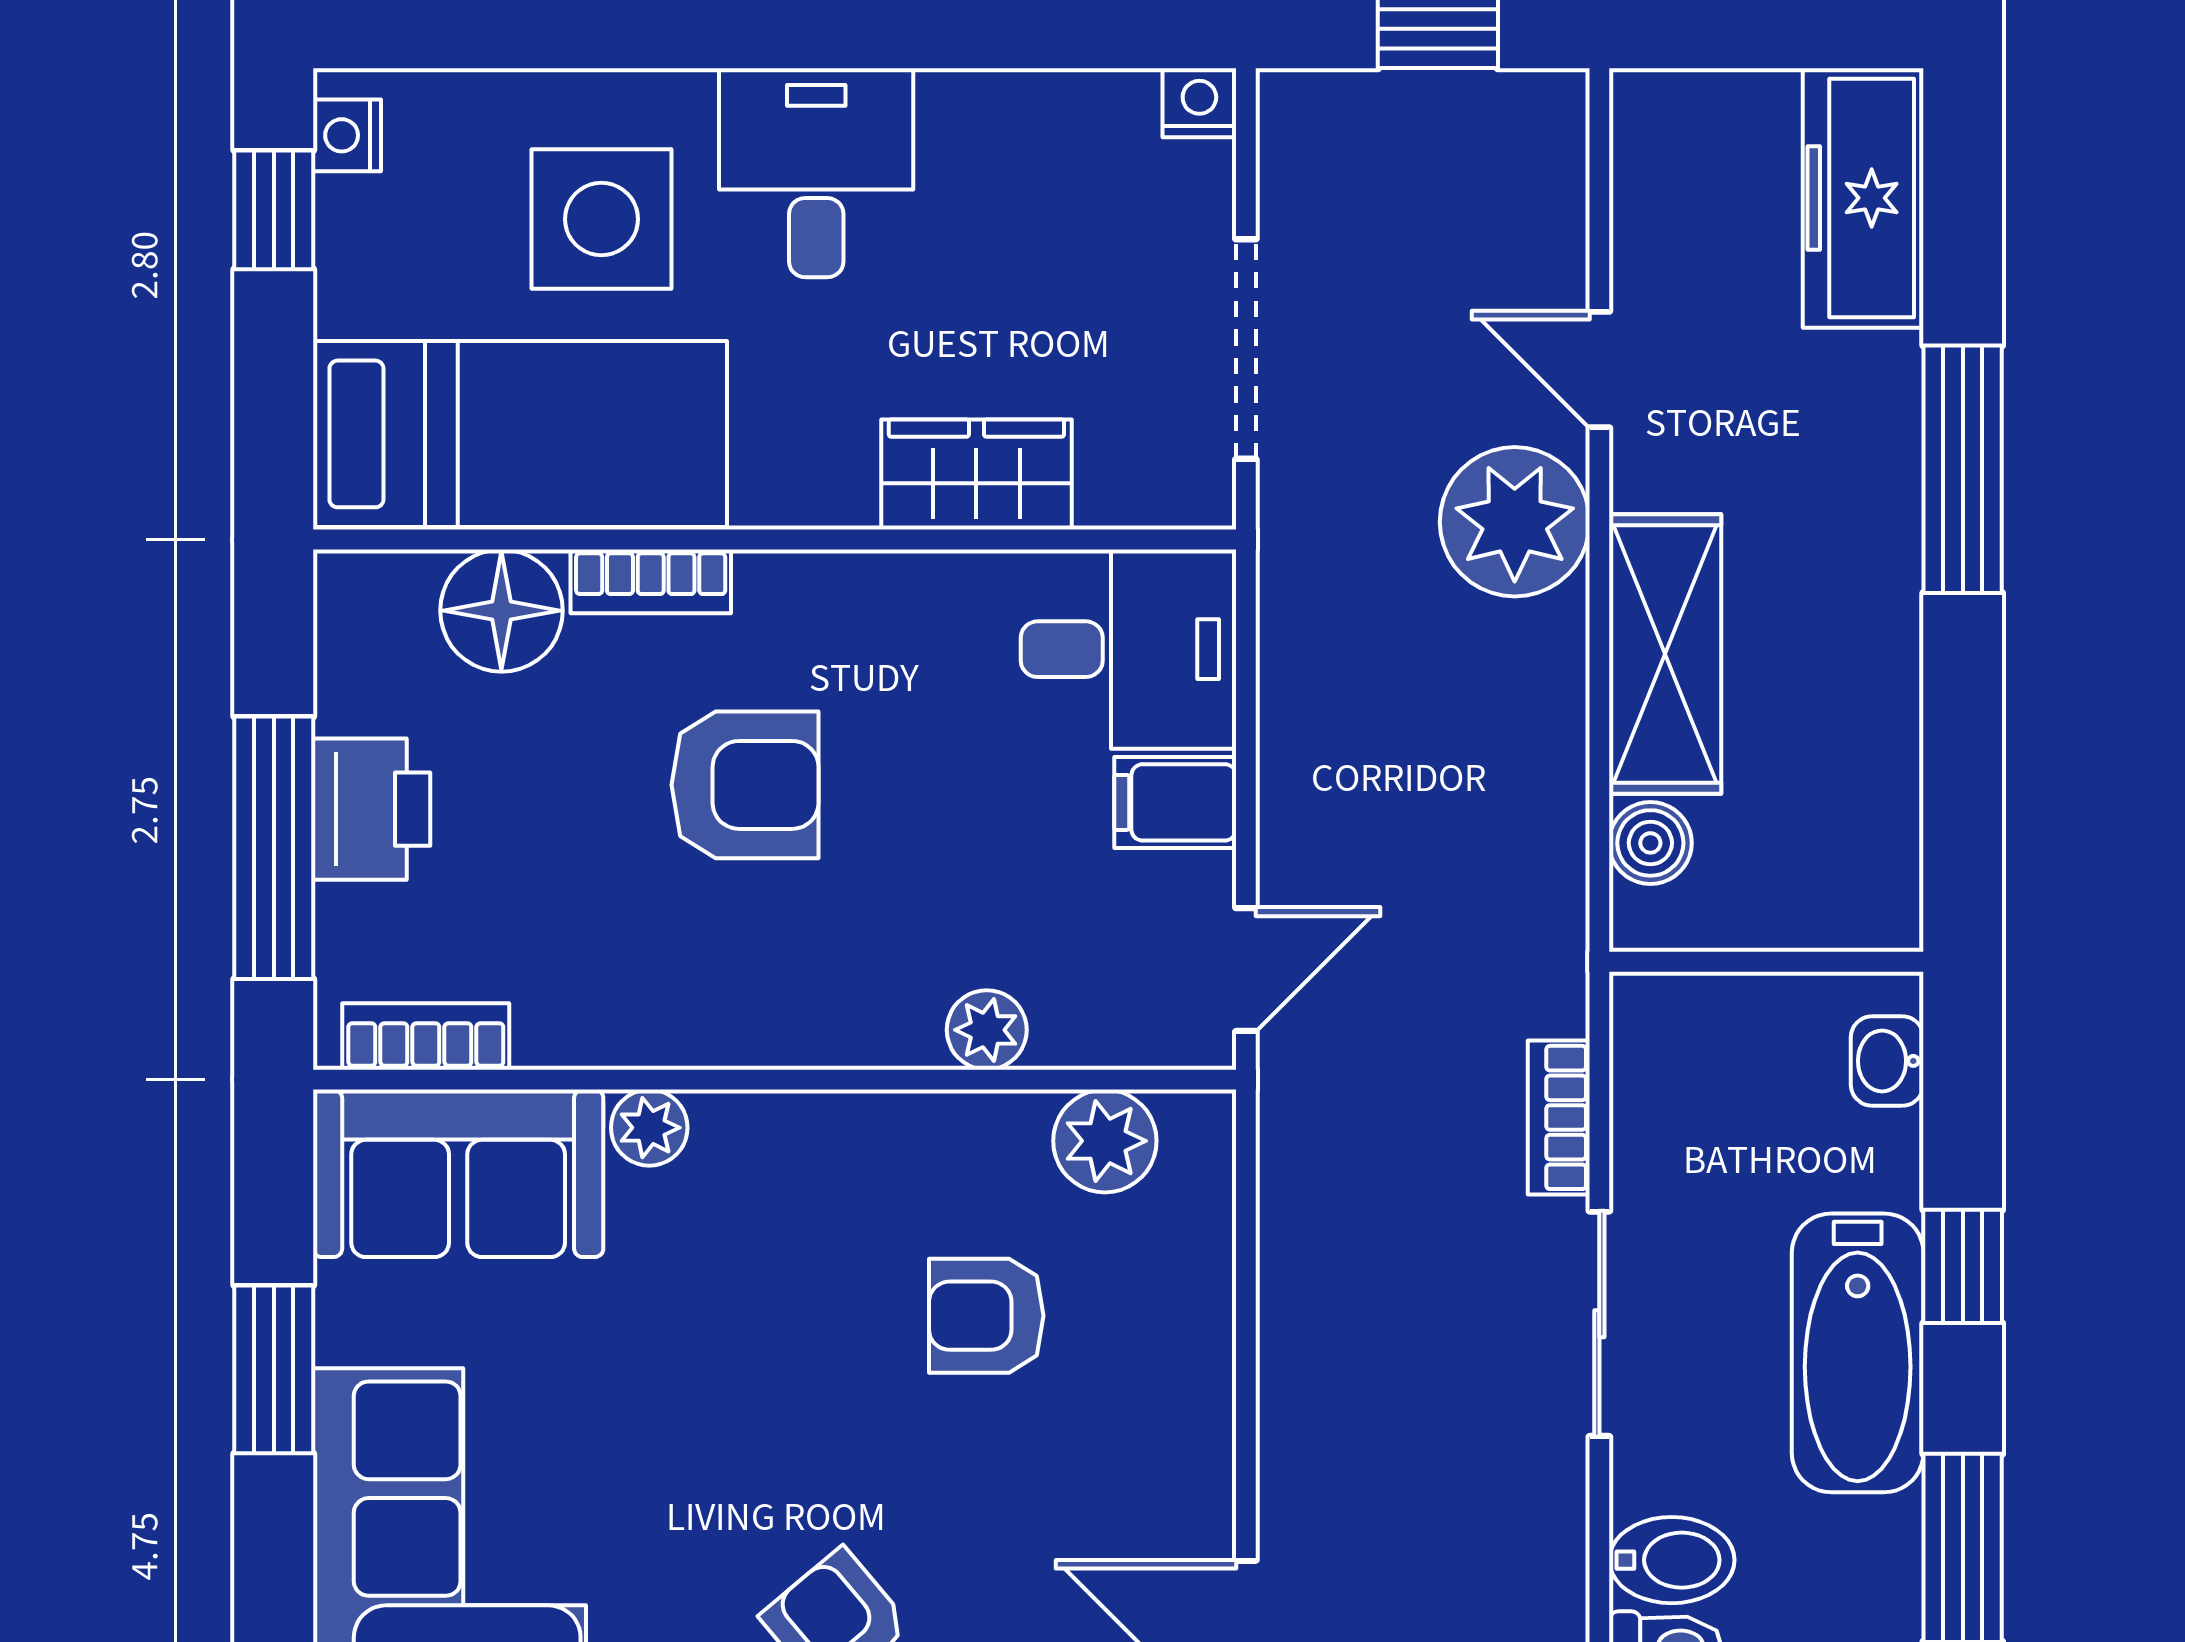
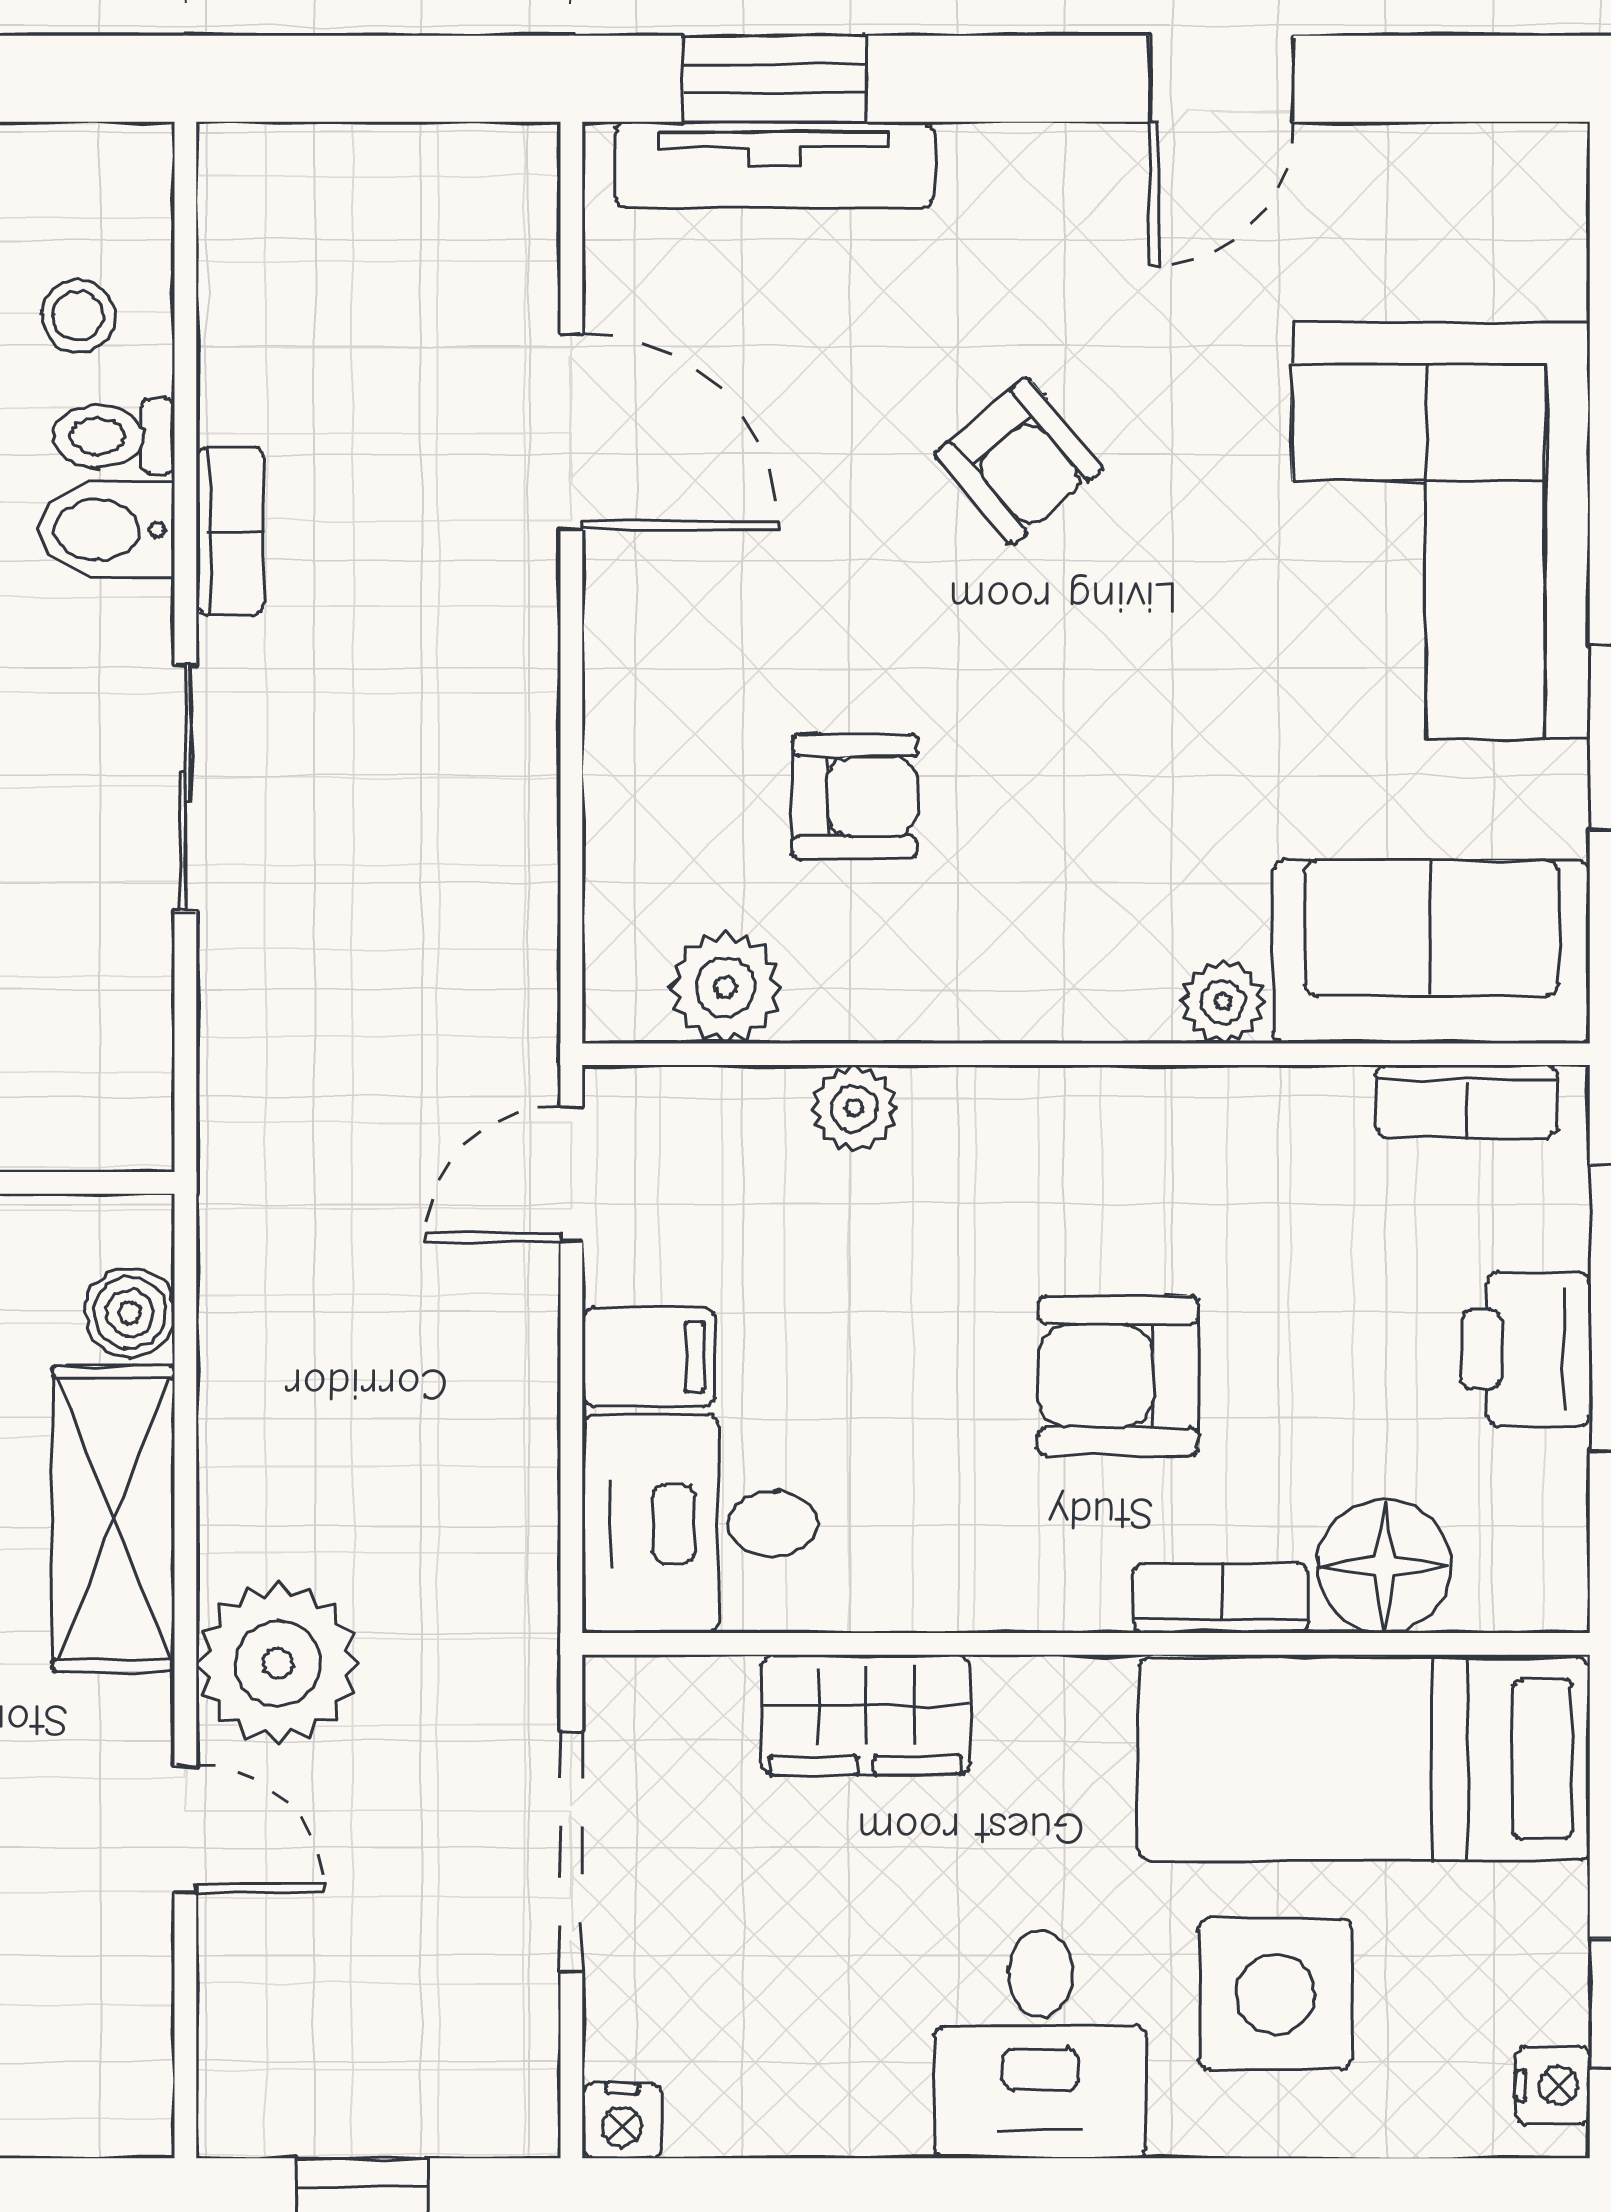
bookcase: (1559, 1117) -> (230, 531), moved

